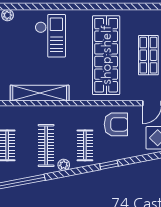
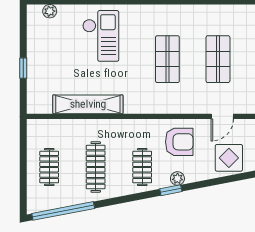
shop shelf: (106, 55) -> (167, 59), width x0.50, depth x0.74
plant: (64, 165) -> (177, 178), moved

